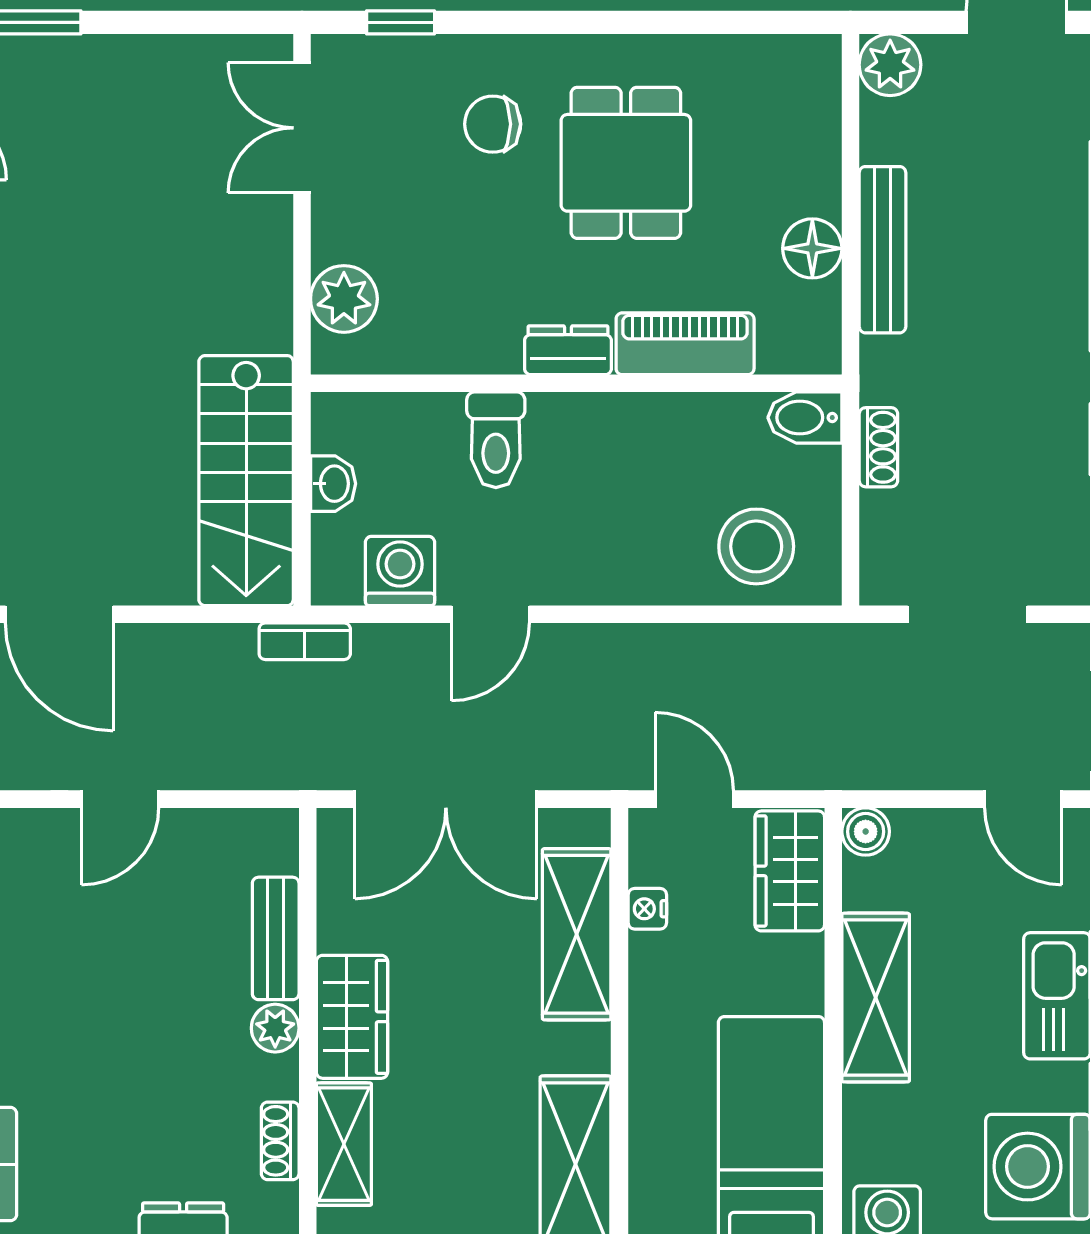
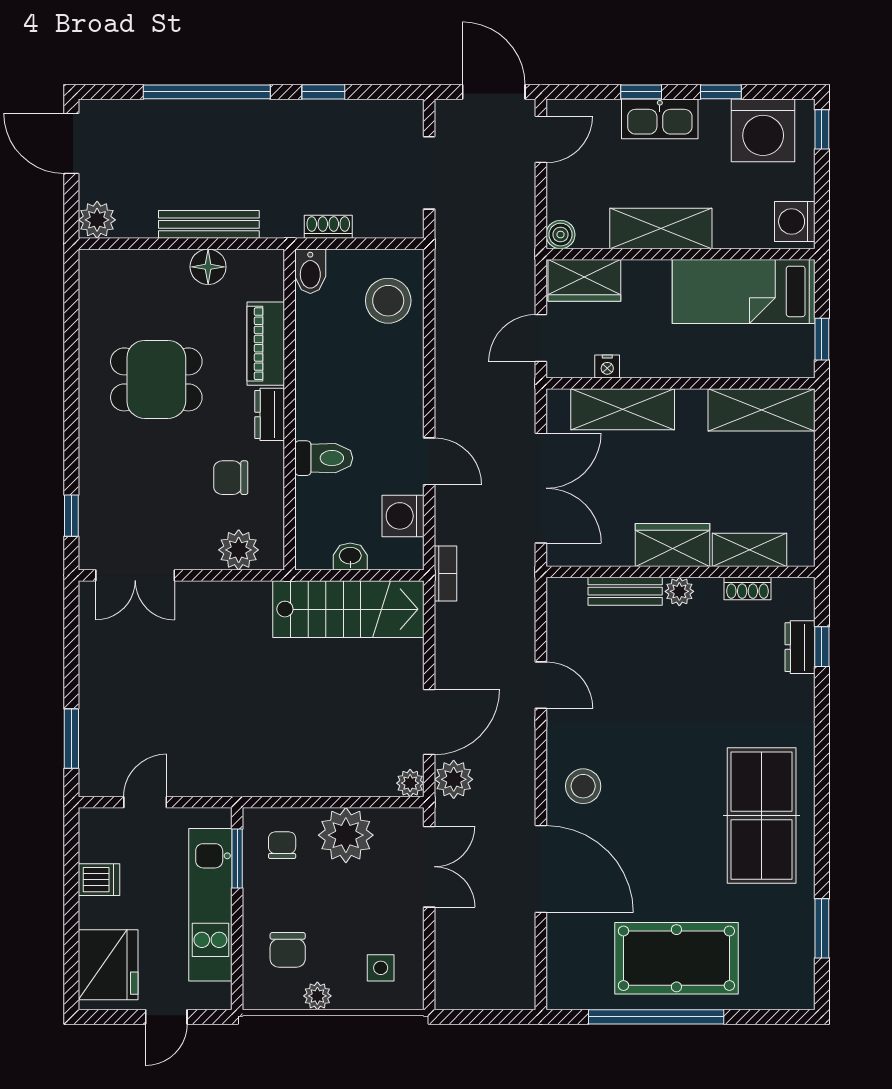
chair: (493, 124) -> (231, 478), moved, turned 90

